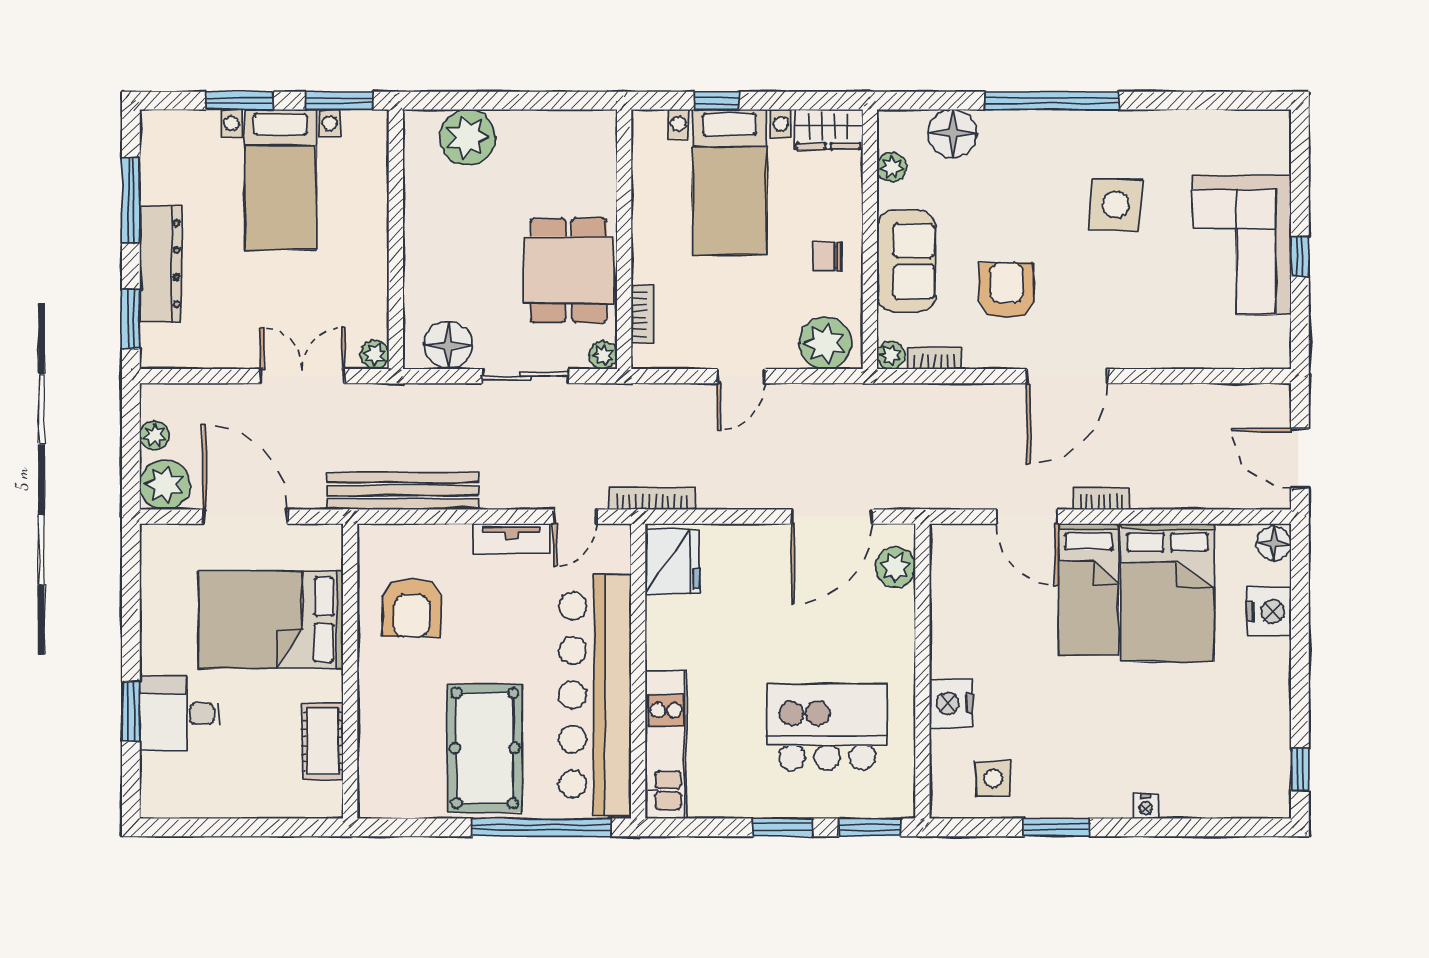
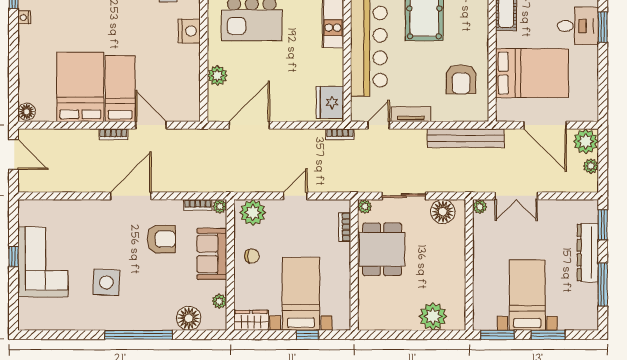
armchair: (1007, 291) -> (161, 239), turned -90
bookcase: (652, 499) -> (340, 134), width x0.64
plant: (895, 567) -> (217, 76), moved
armchair: (412, 608) -> (461, 79), turned 180
nightstand: (1269, 611) -> (24, 17), moved, width x0.53, depth x0.56

